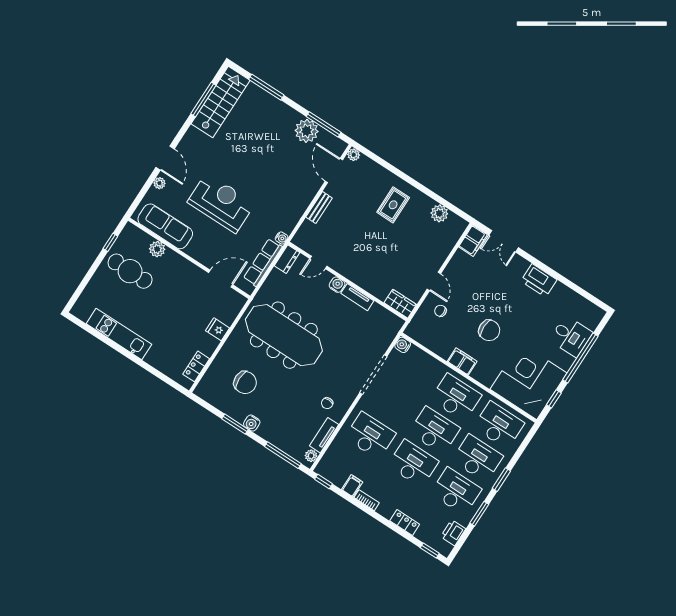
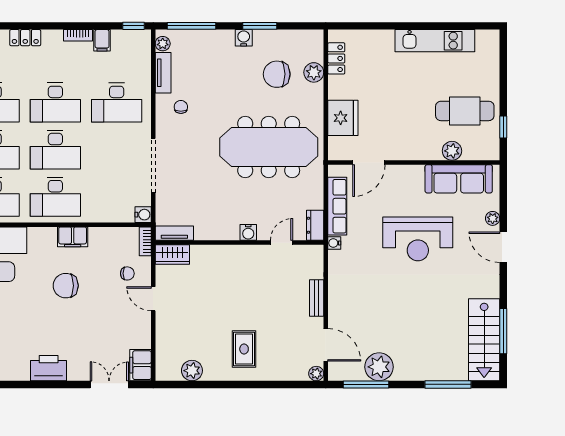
tv unit: (357, 297) -> (174, 233), moved
bookcase: (413, 325) -> (145, 241), added
fridge: (218, 329) -> (343, 118), width x1.88, depth x1.34
plant: (218, 367) -> (314, 72), added

